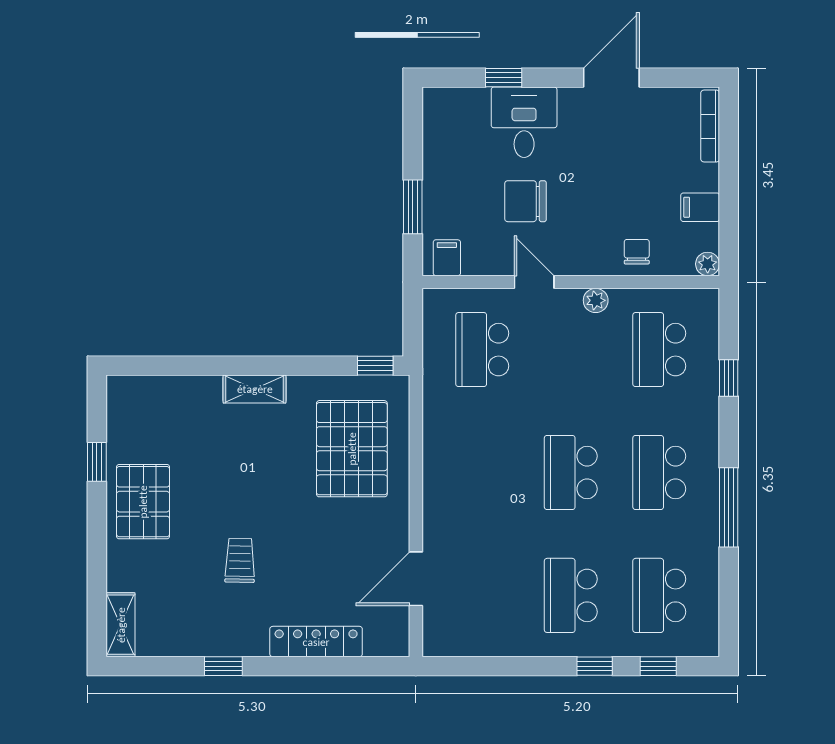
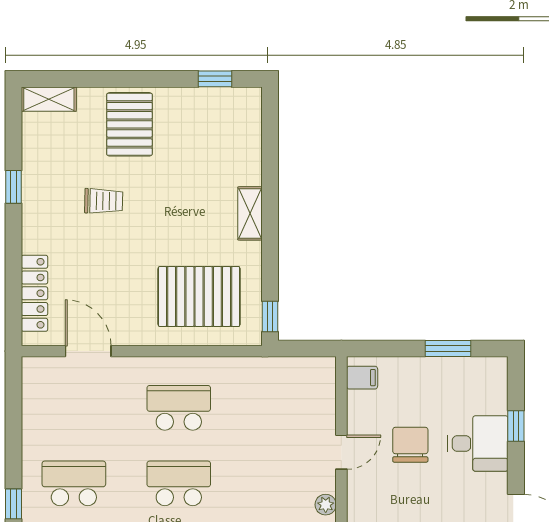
window: (413, 207) -> (448, 349), moved
school desk: (482, 350) -> (179, 408), moved
window: (97, 462) -> (215, 79), moved
pallet: (143, 502) -> (129, 124), moved, turned 90
locker: (316, 642) -> (34, 293), moved

